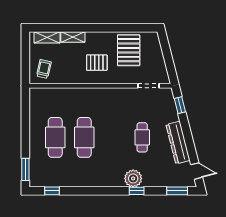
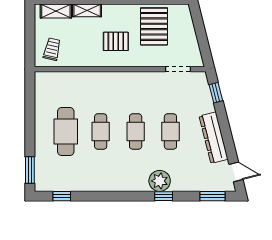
cafe table: (84, 137) -> (101, 131), width x0.73, depth x0.74
cafe table: (113, 137) -> (136, 131), added

